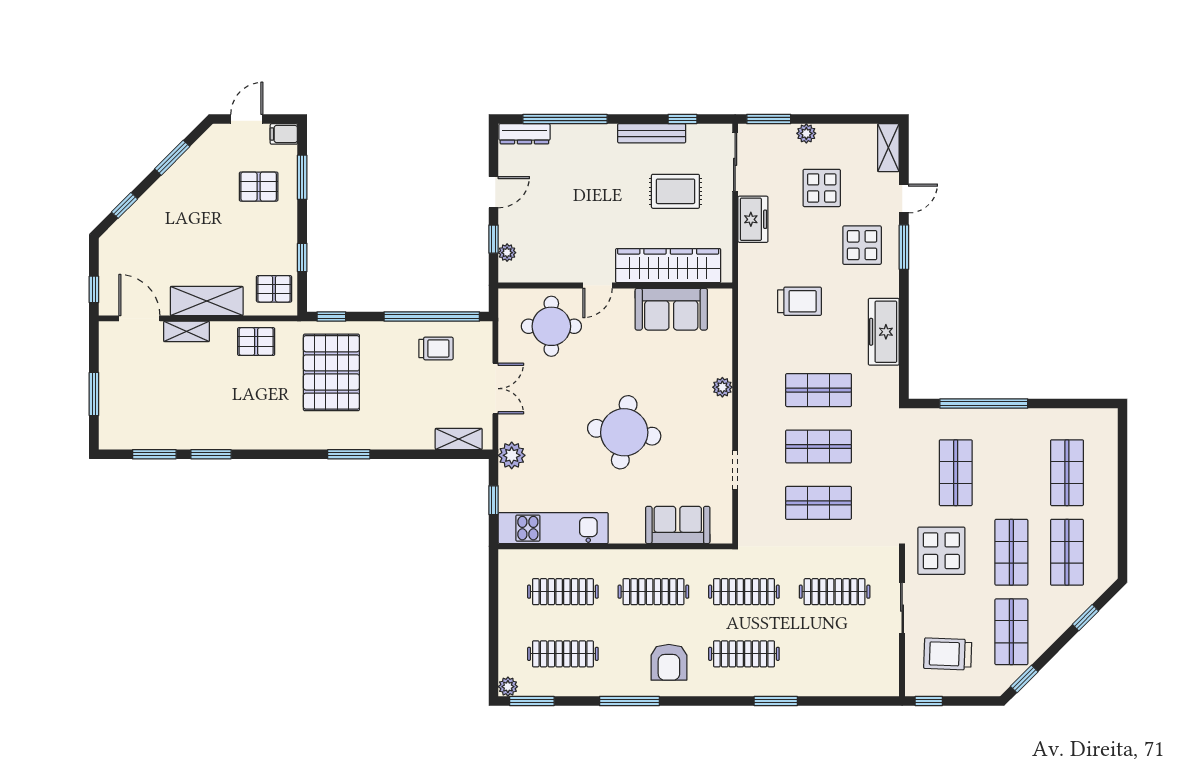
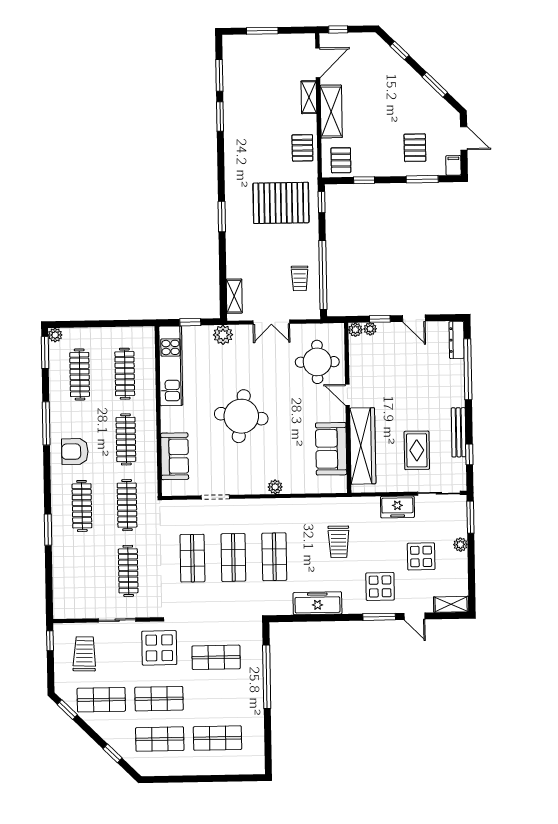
plant: (508, 273) -> (355, 330), added

